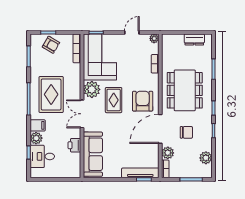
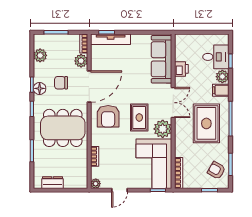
armchair: (51, 45) -> (216, 170), moved
dining table: (185, 90) -> (63, 128), turned 90
floor lamp: (206, 127) -> (40, 88), added

